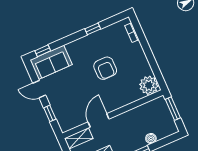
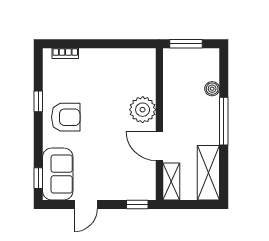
armchair: (105, 68) -> (66, 117), moved
plant: (149, 85) -> (143, 110), moved
window: (50, 113) -> (137, 204), moved

